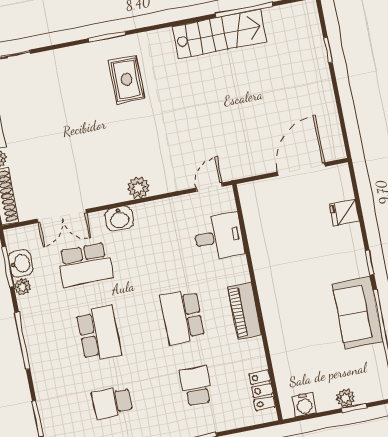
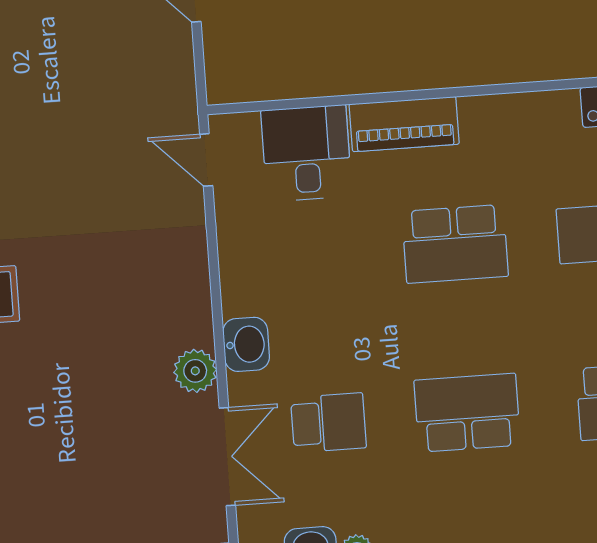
plant: (138, 188) -> (195, 371), moved
school desk: (85, 264) -> (328, 423), width x0.54
piano: (245, 311) -> (404, 124), moved

